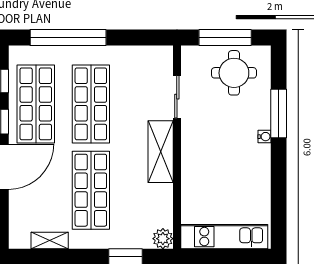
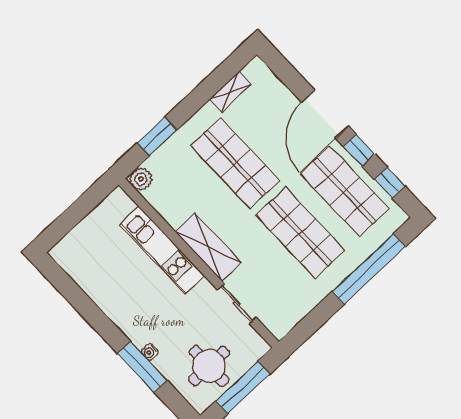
water cooler: (265, 137) -> (150, 352), moved
kitchen unit: (224, 237) -> (162, 250), moved, turned 90

